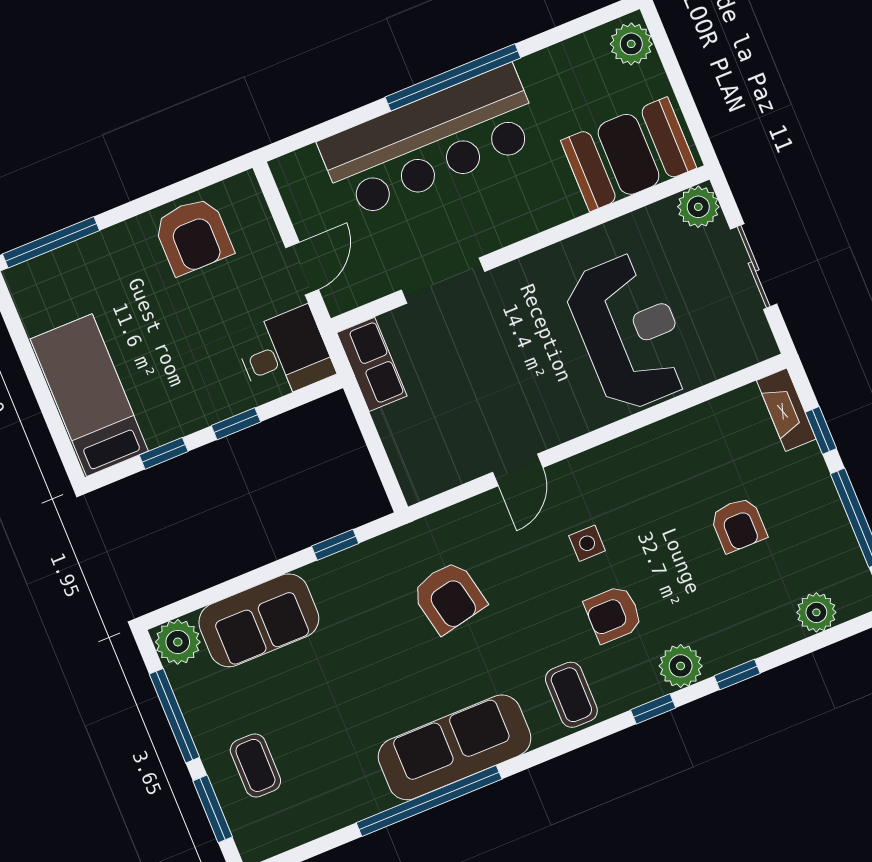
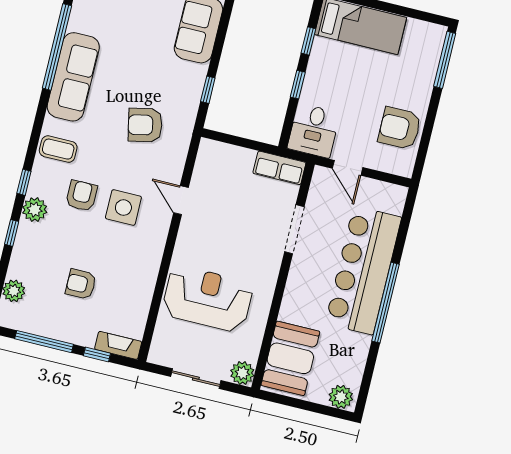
reception desk: (629, 332) -> (207, 299), turned 180
side table: (587, 543) -> (123, 208), width x1.87, depth x1.87

